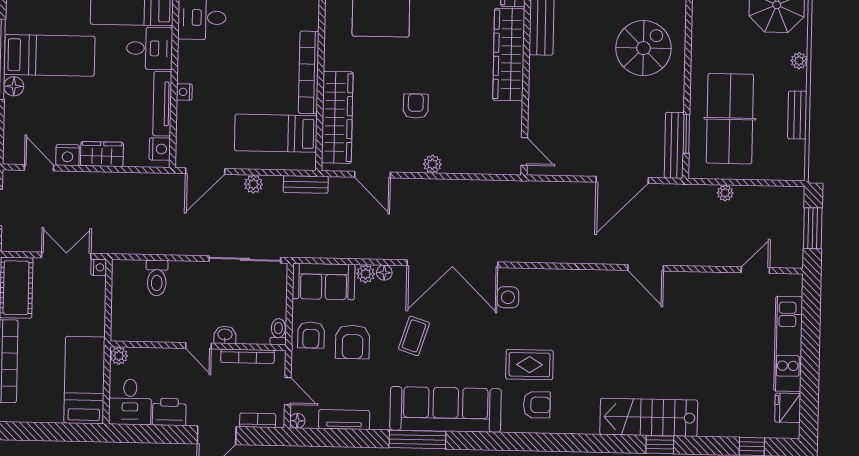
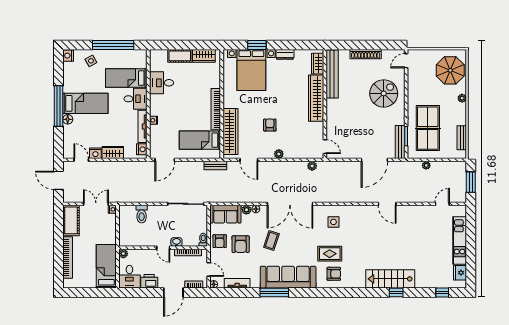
bench: (797, 115) -> (462, 138), moved
plant: (253, 184) -> (312, 166), moved
side table: (508, 297) -> (333, 222), moved

